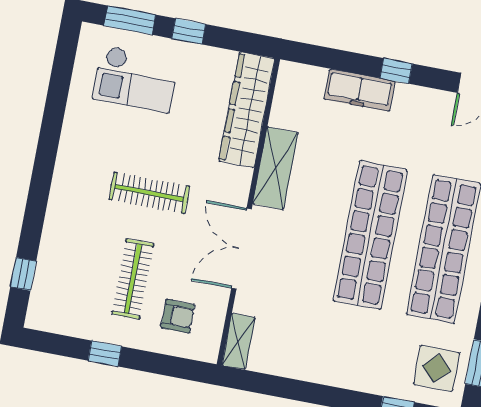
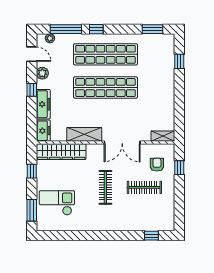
window: (189, 31) -> (32, 171), moved
checkout: (136, 79) -> (57, 203), turned -90
freezer: (301, 79) -> (43, 131), added
plant: (429, 101) -> (42, 73), added
window: (105, 353) -> (179, 168), moved
display table: (437, 368) -> (158, 47), removed

